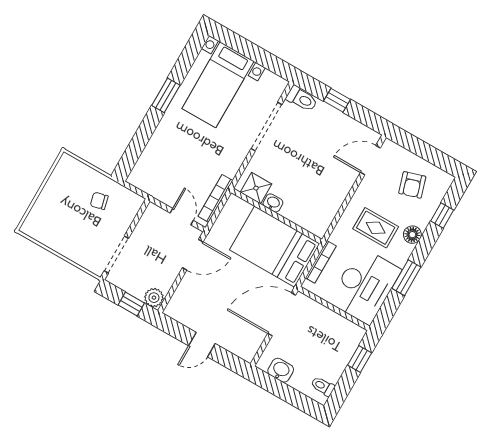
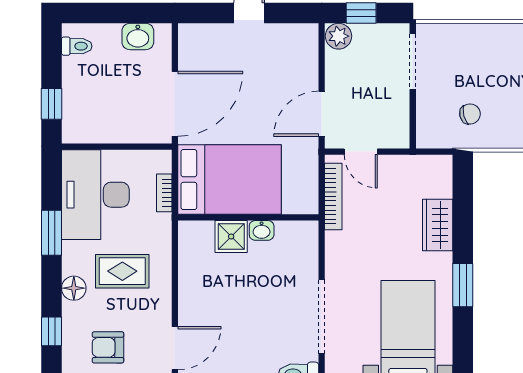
wardrobe: (160, 142) -> (438, 225), added
armchair: (412, 185) -> (108, 347), turned -73
shower: (256, 188) -> (231, 237), moved
bookcase: (321, 262) -> (164, 193), width x0.64

